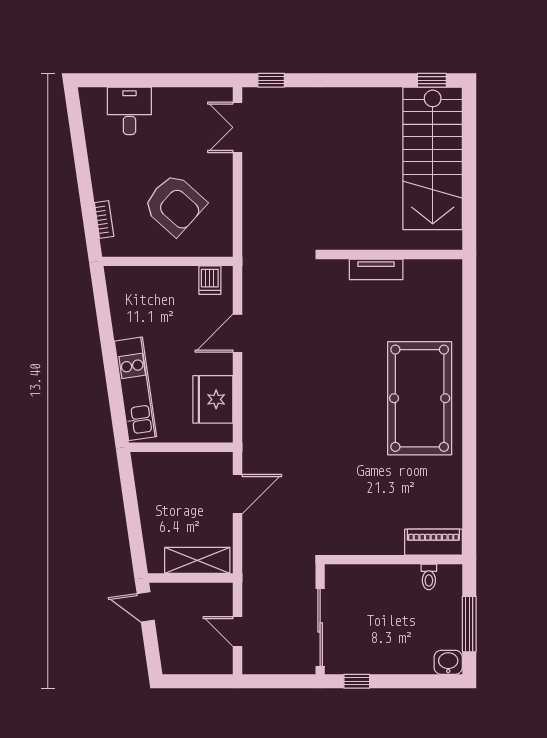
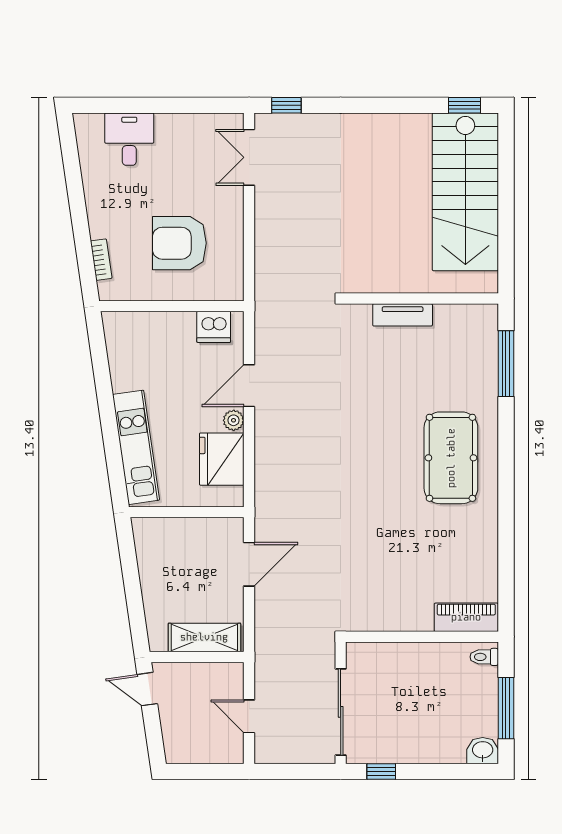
armchair: (175, 205) -> (179, 243), turned 138
dishwasher: (210, 280) -> (214, 327), width x1.38
window: (469, 313) -> (506, 364), added
plant: (223, 364) -> (234, 420), added
pool table: (420, 398) -> (451, 458), width x0.73, depth x0.76
toilet: (429, 577) -> (484, 657), moved, turned 90

